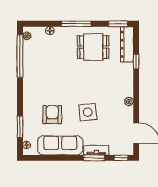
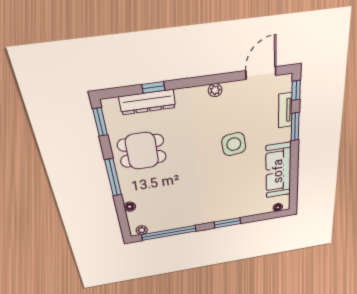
dresser: (127, 44) -> (148, 102), moved
dining table: (93, 47) -> (142, 151), turned 90
armchair: (52, 115) -> (239, 186), removed
window: (20, 127) -> (227, 223), moved
tv unit: (96, 150) -> (285, 110), moved

